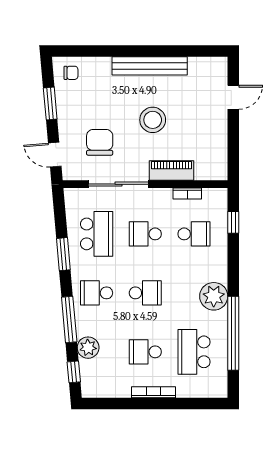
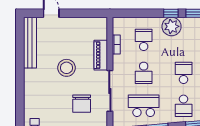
bench: (150, 66) -> (30, 43), moved
chair: (100, 142) -> (82, 104), turned -90
window: (233, 222) -> (171, 13), moved
plant: (214, 296) -> (172, 26), moved

